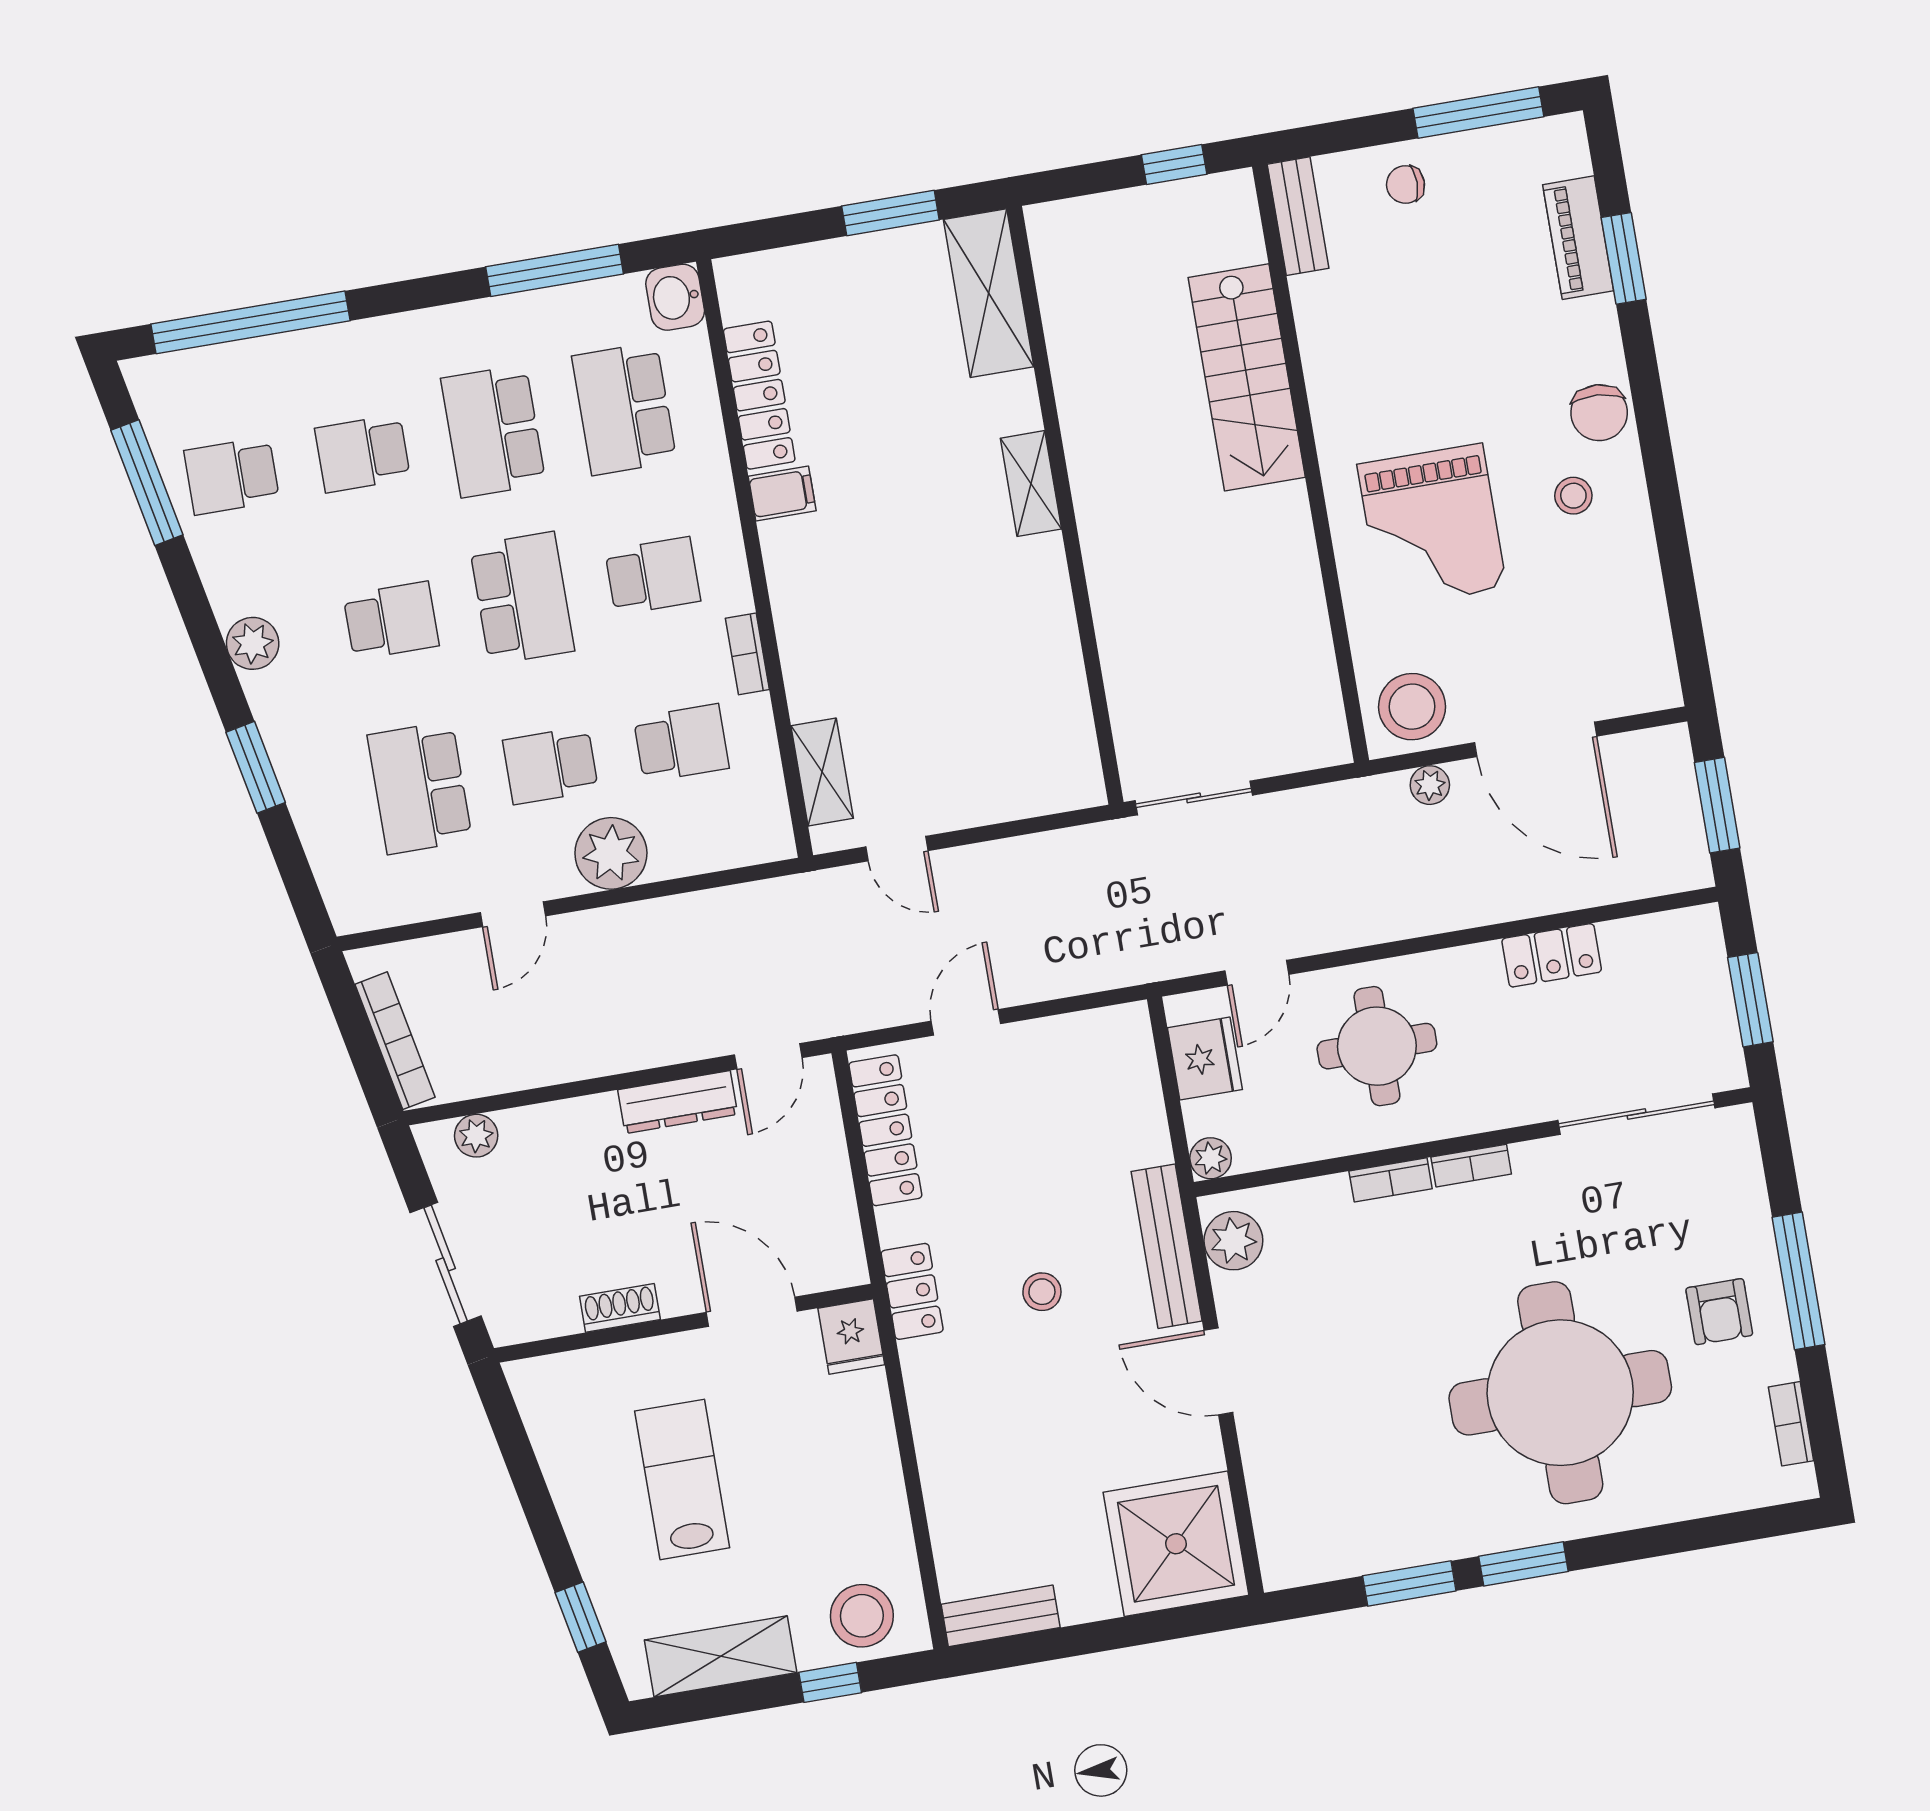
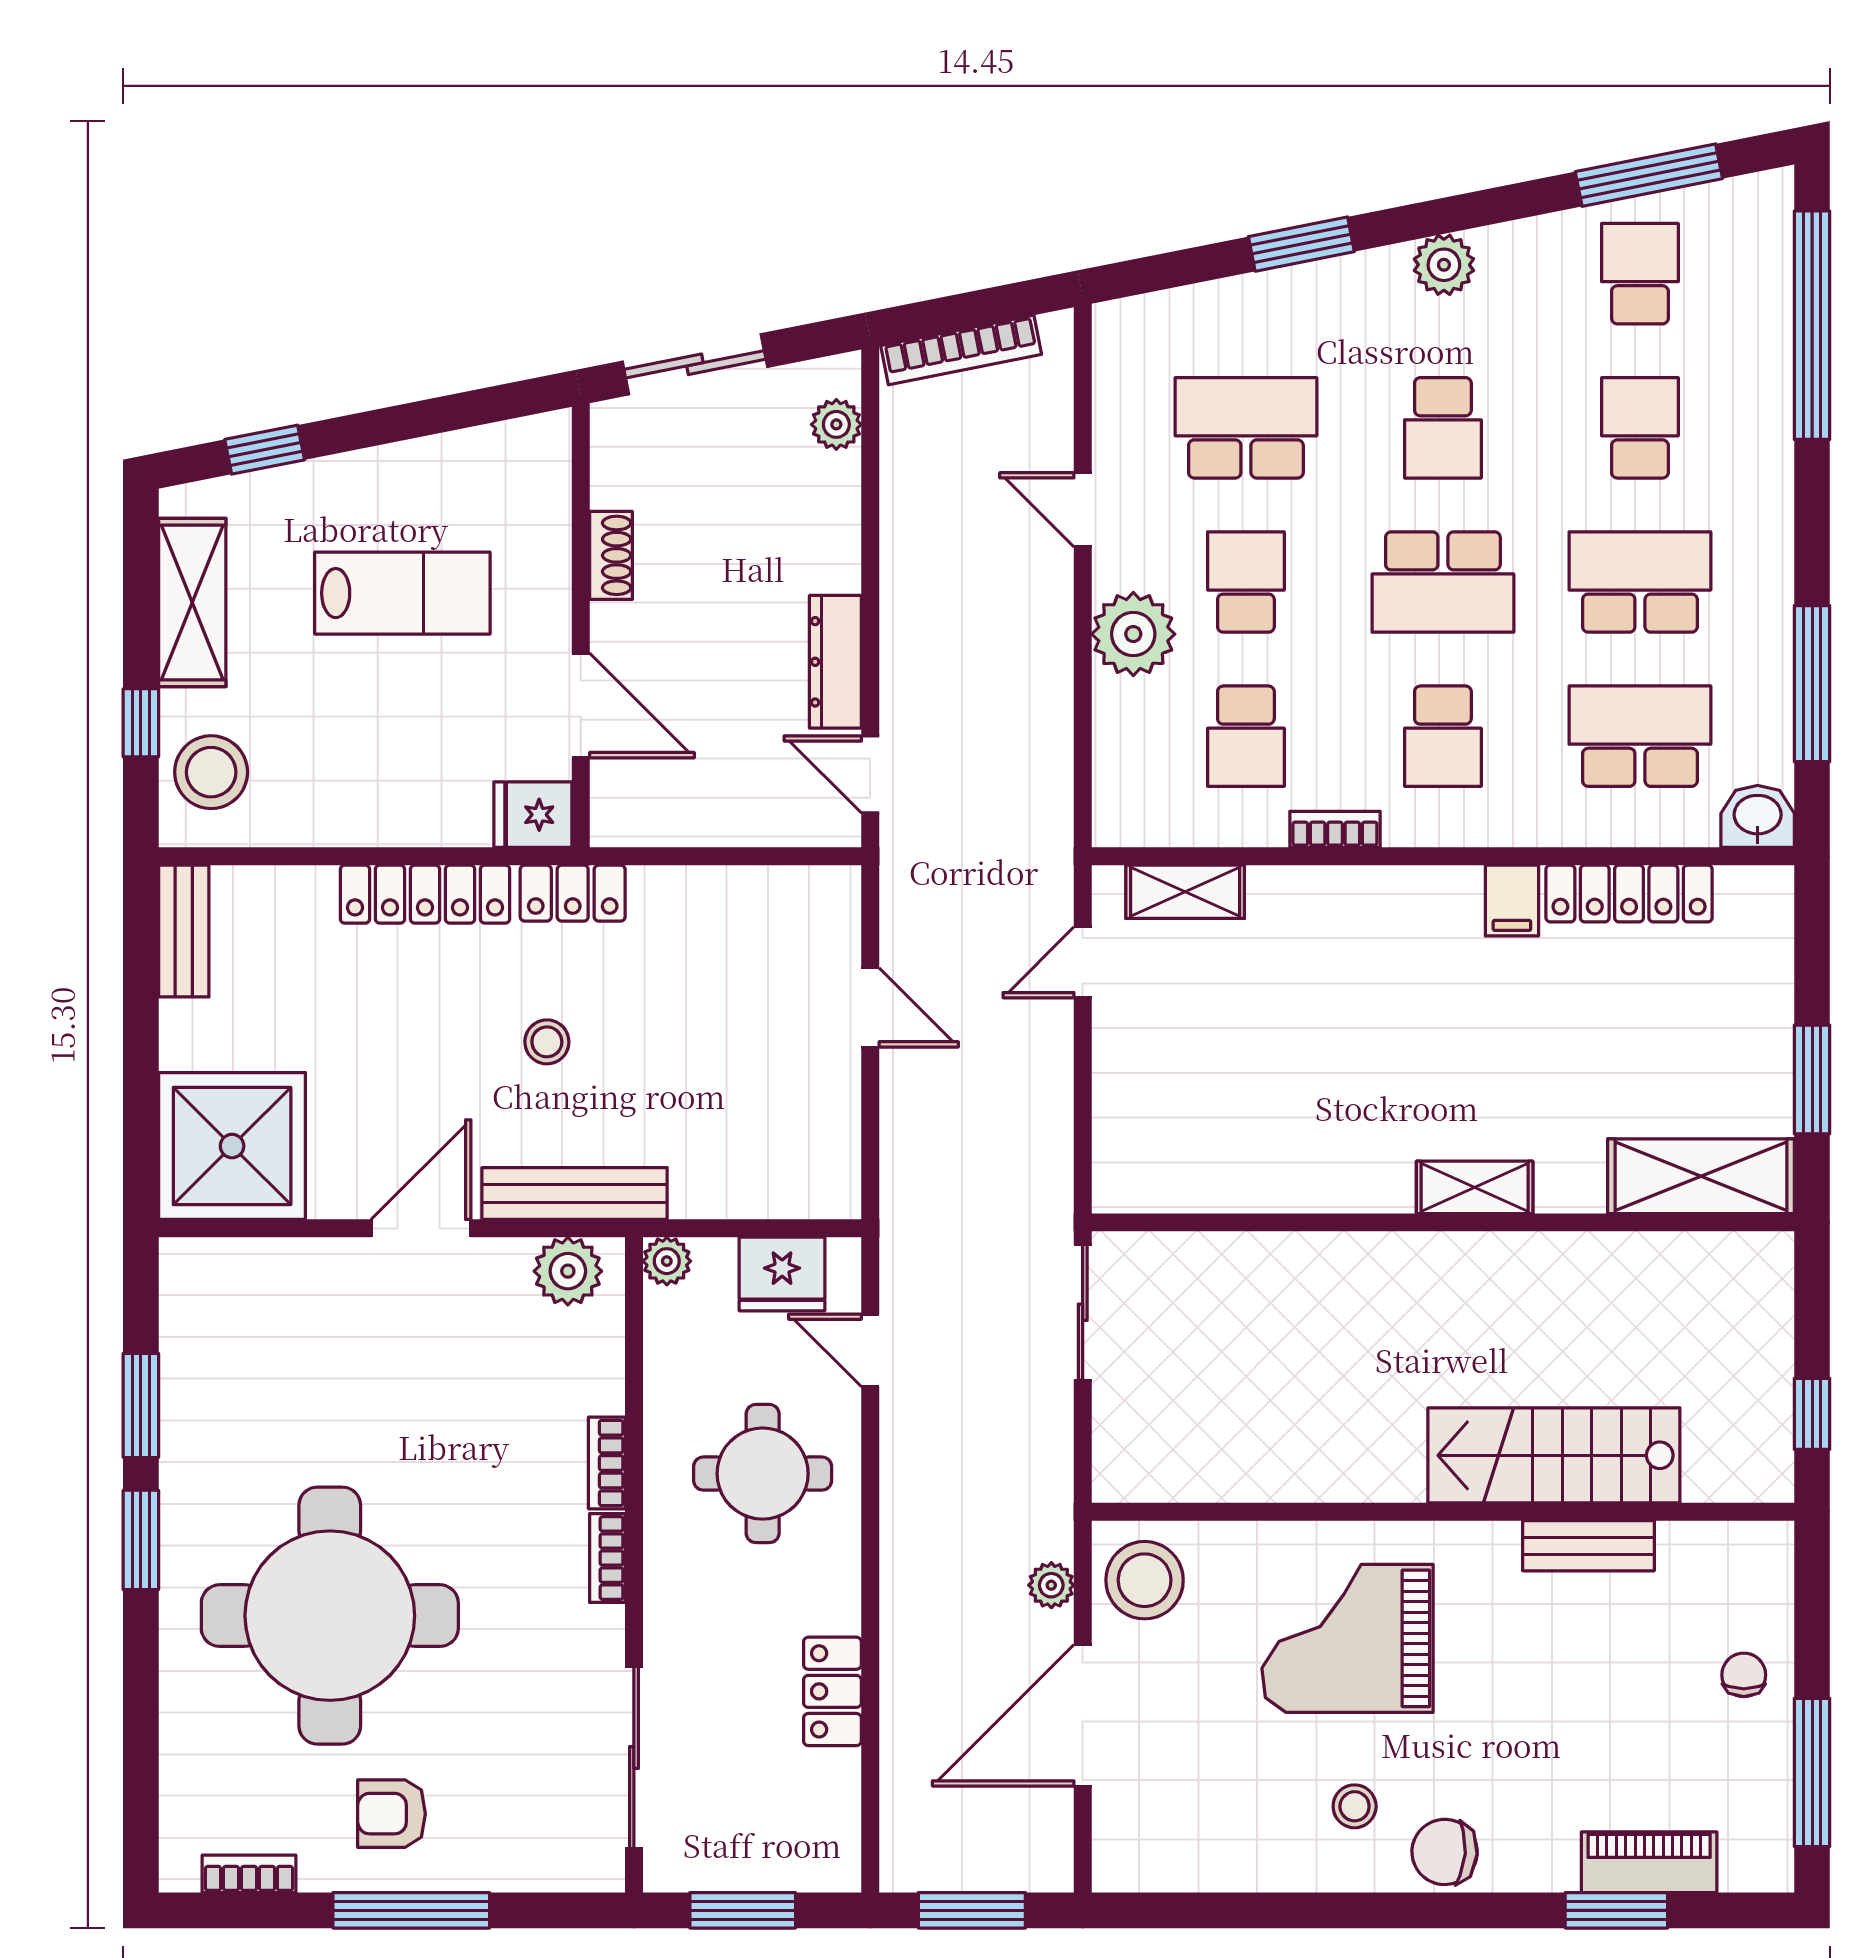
bench: (1298, 216) -> (1589, 1546), moved
locker: (885, 1130) -> (425, 894), moved
door: (752, 1312) -> (581, 706), hinge flipped

